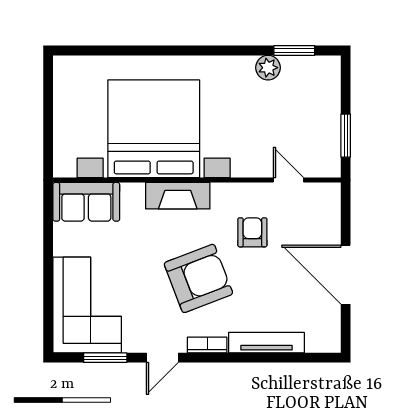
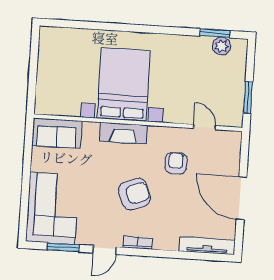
plant: (268, 68) -> (222, 46), moved
bed with nightstands: (154, 129) -> (124, 84), width x0.73
armchair: (198, 278) -> (134, 194), width x0.73, depth x0.73
tv unit: (266, 343) -> (207, 246), moved

